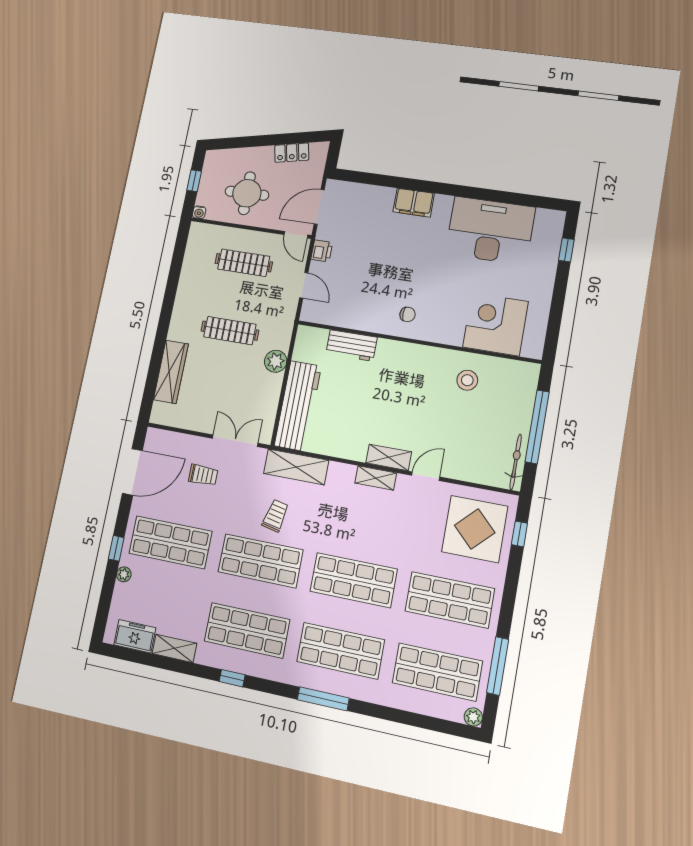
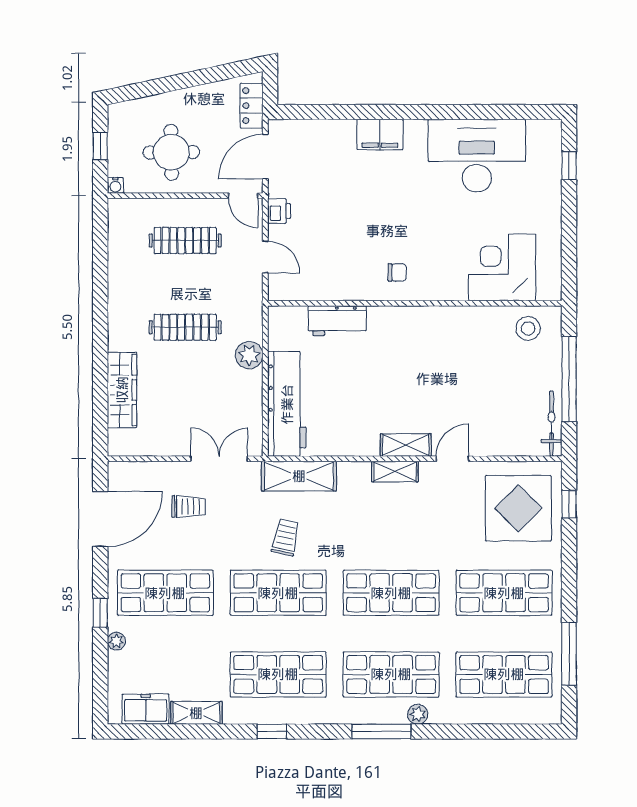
locker: (292, 153) -> (252, 106), moved, turned 102
stool: (467, 380) -> (528, 328), moved
plant: (473, 717) -> (418, 714), moved

